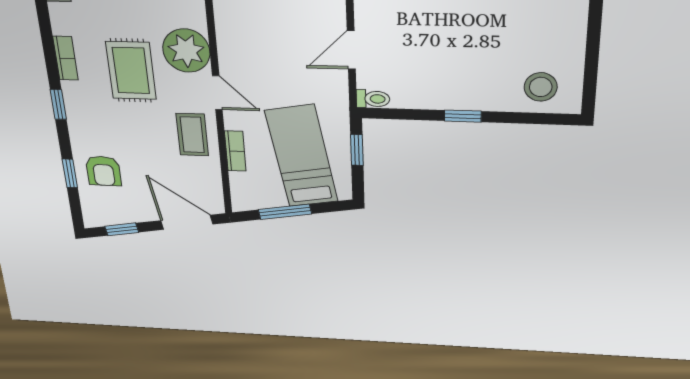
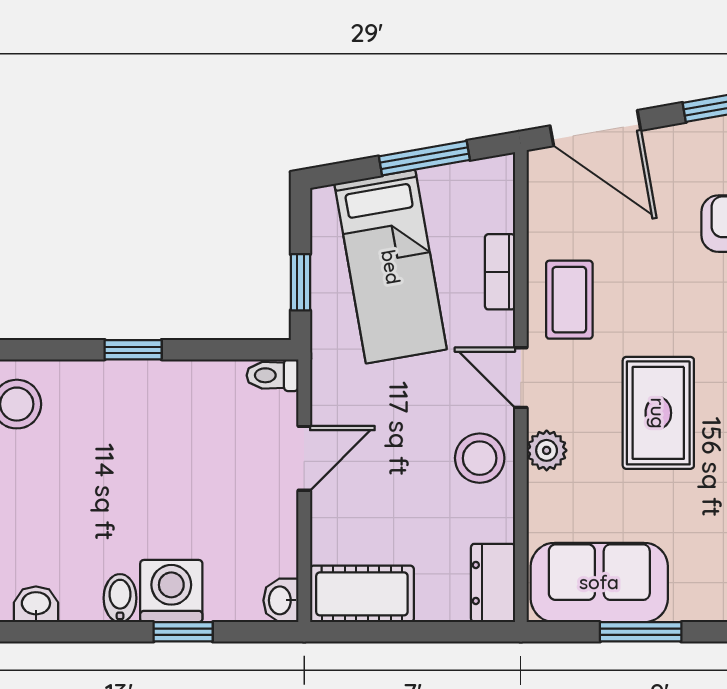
stool: (239, 47) -> (480, 458), added
plant: (186, 51) -> (547, 450), width x0.53, depth x0.53

